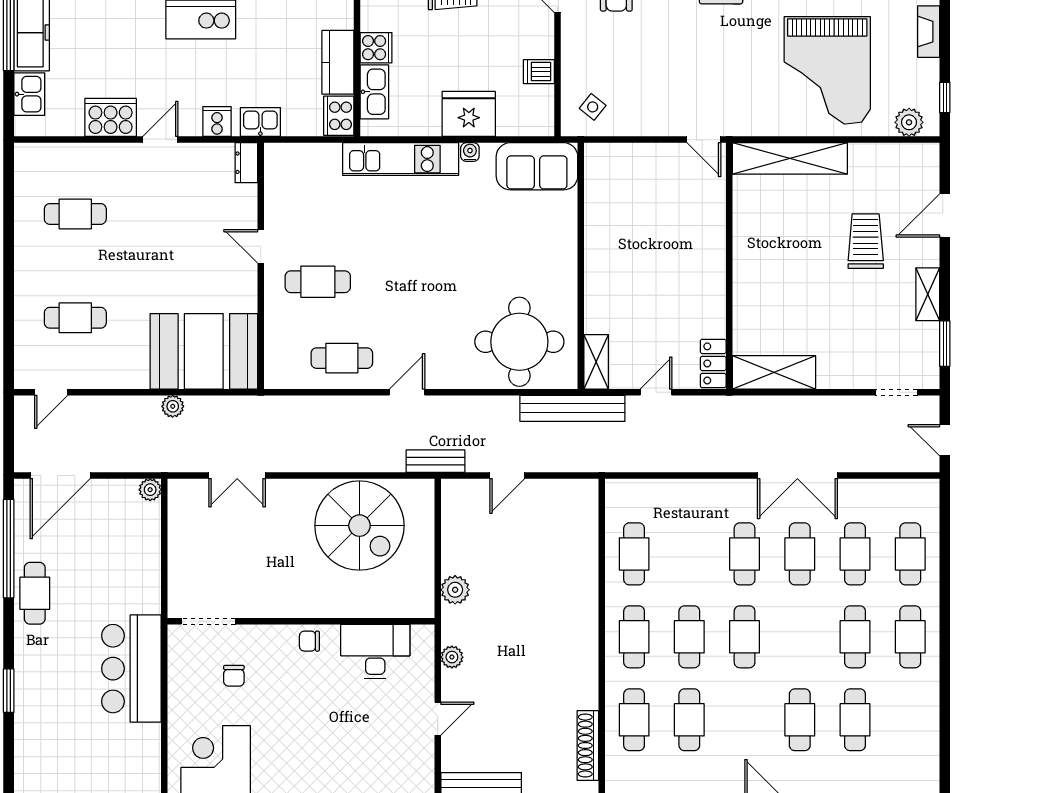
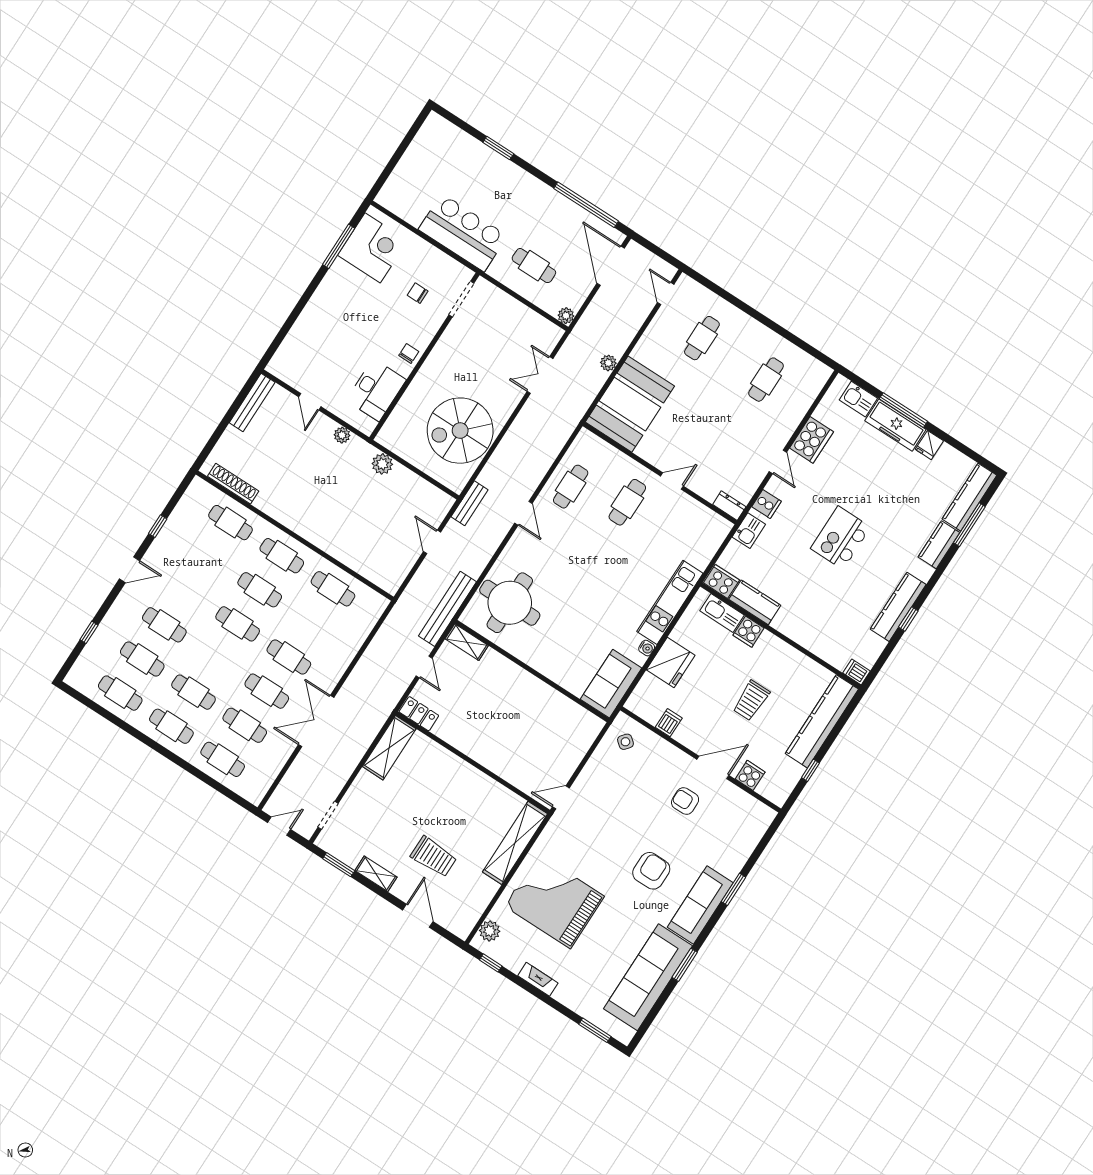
cafe table: (35, 593) -> (534, 266), moved
cafe table: (689, 720) -> (120, 693), moved

